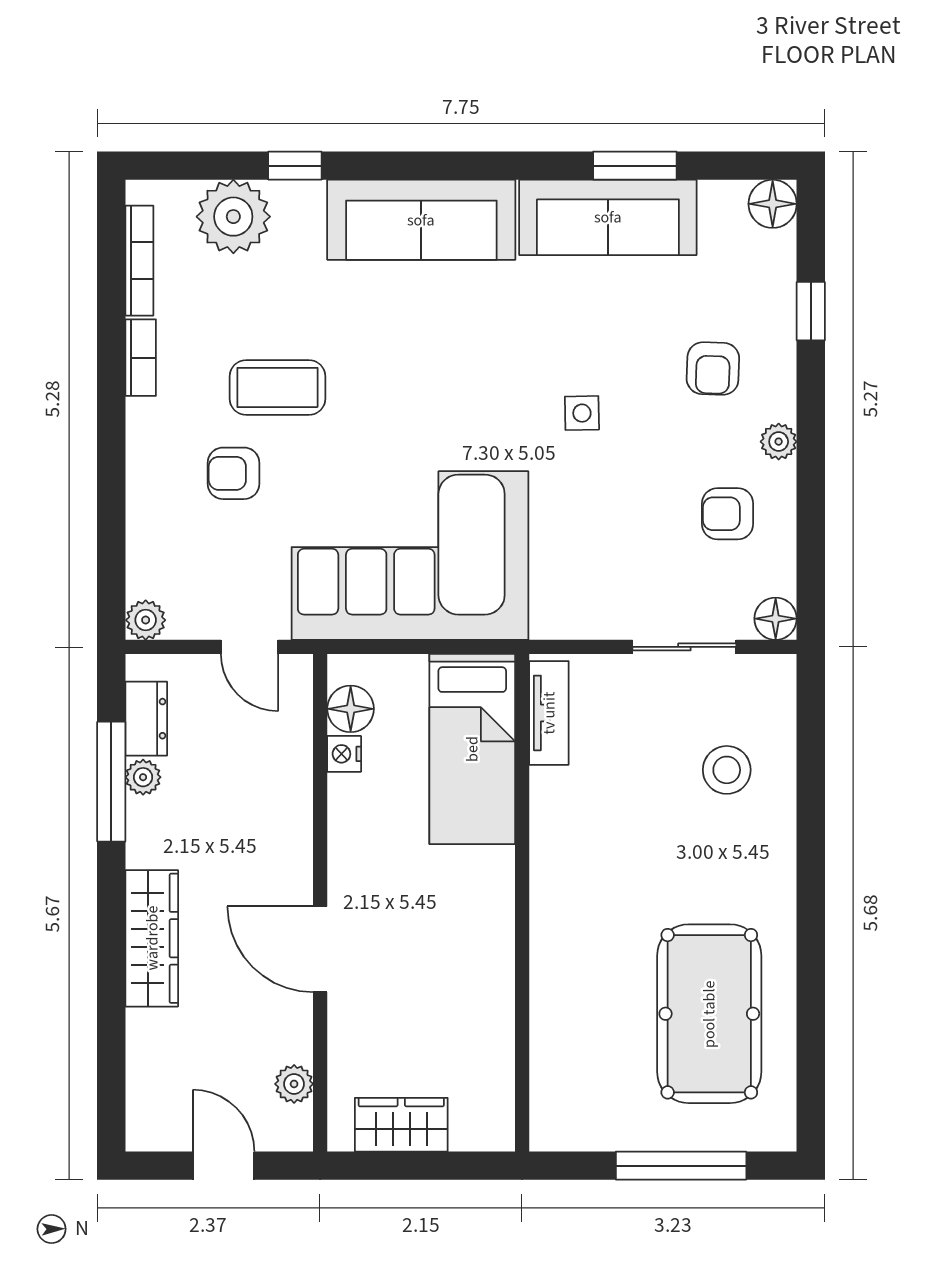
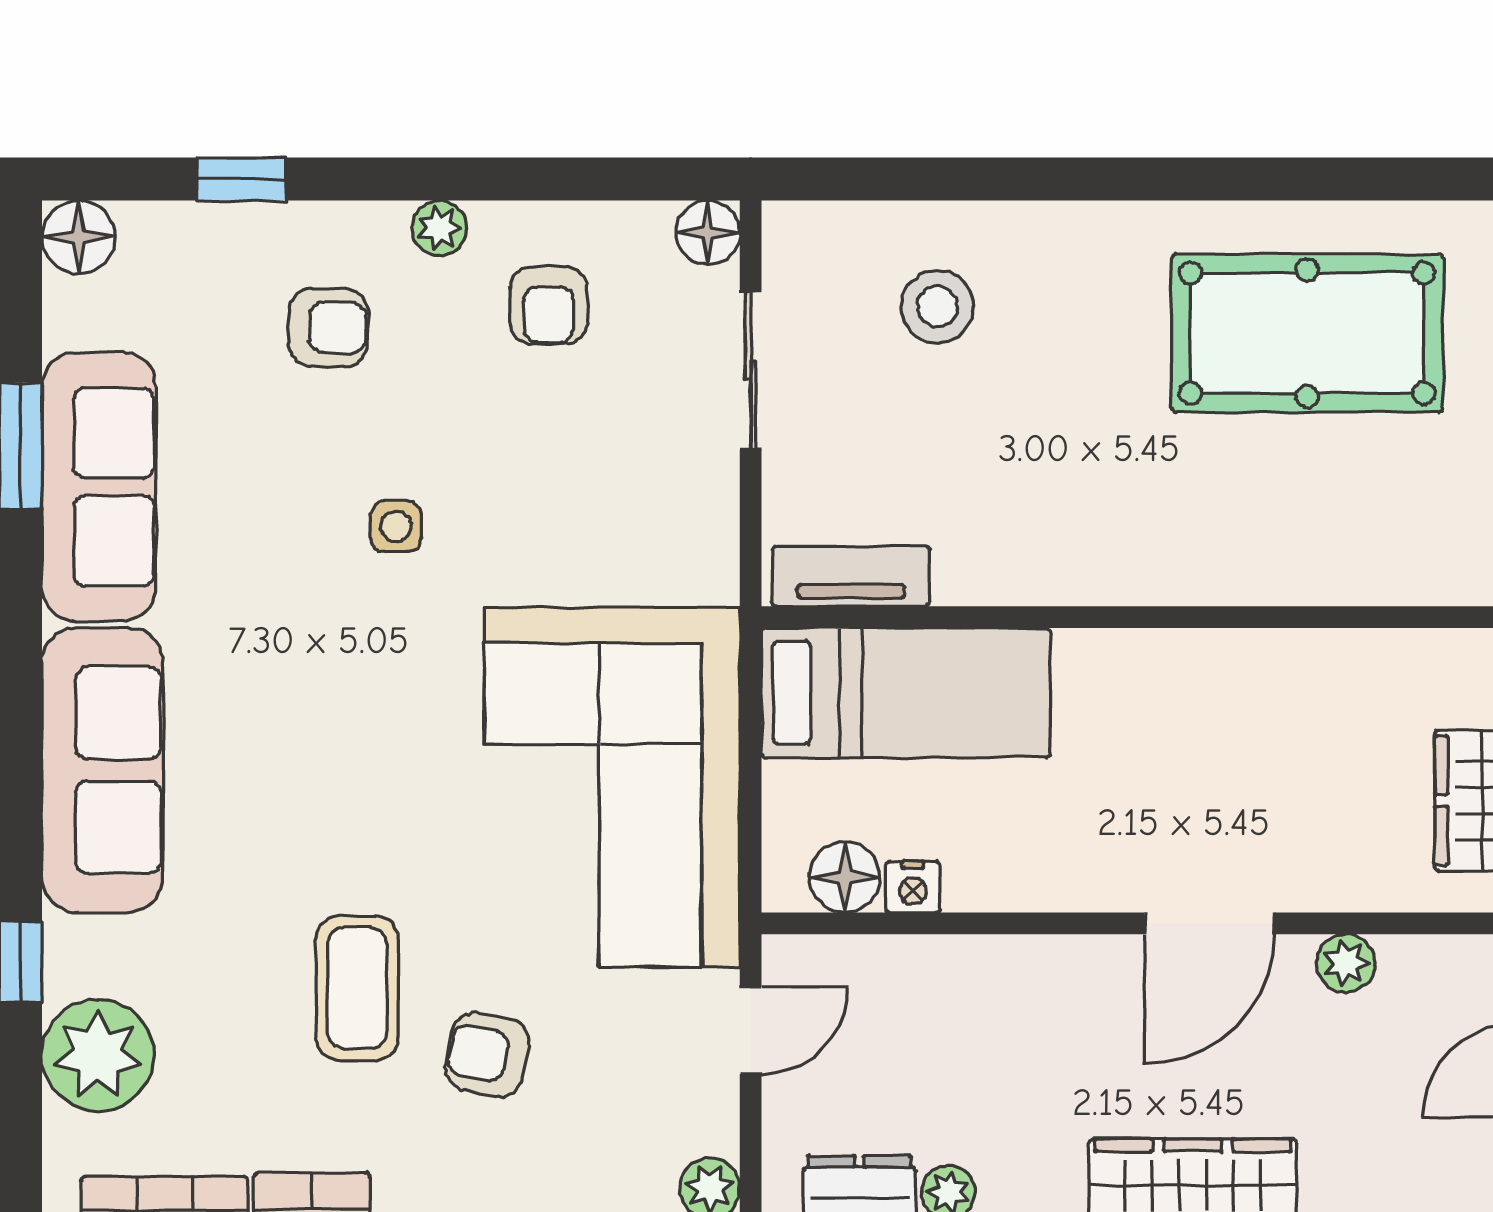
armchair: (234, 473) -> (487, 1055), turned 101
plant: (294, 1084) -> (1346, 963), moved

